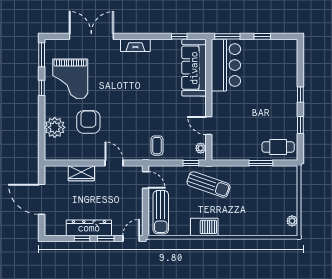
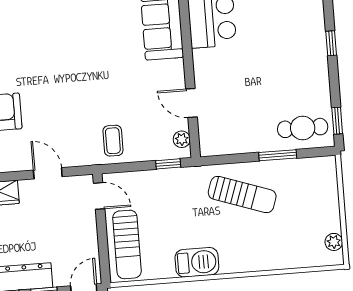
window: (300, 125) -> (337, 121), moved
sun lounger: (209, 185) -> (242, 195), moved

